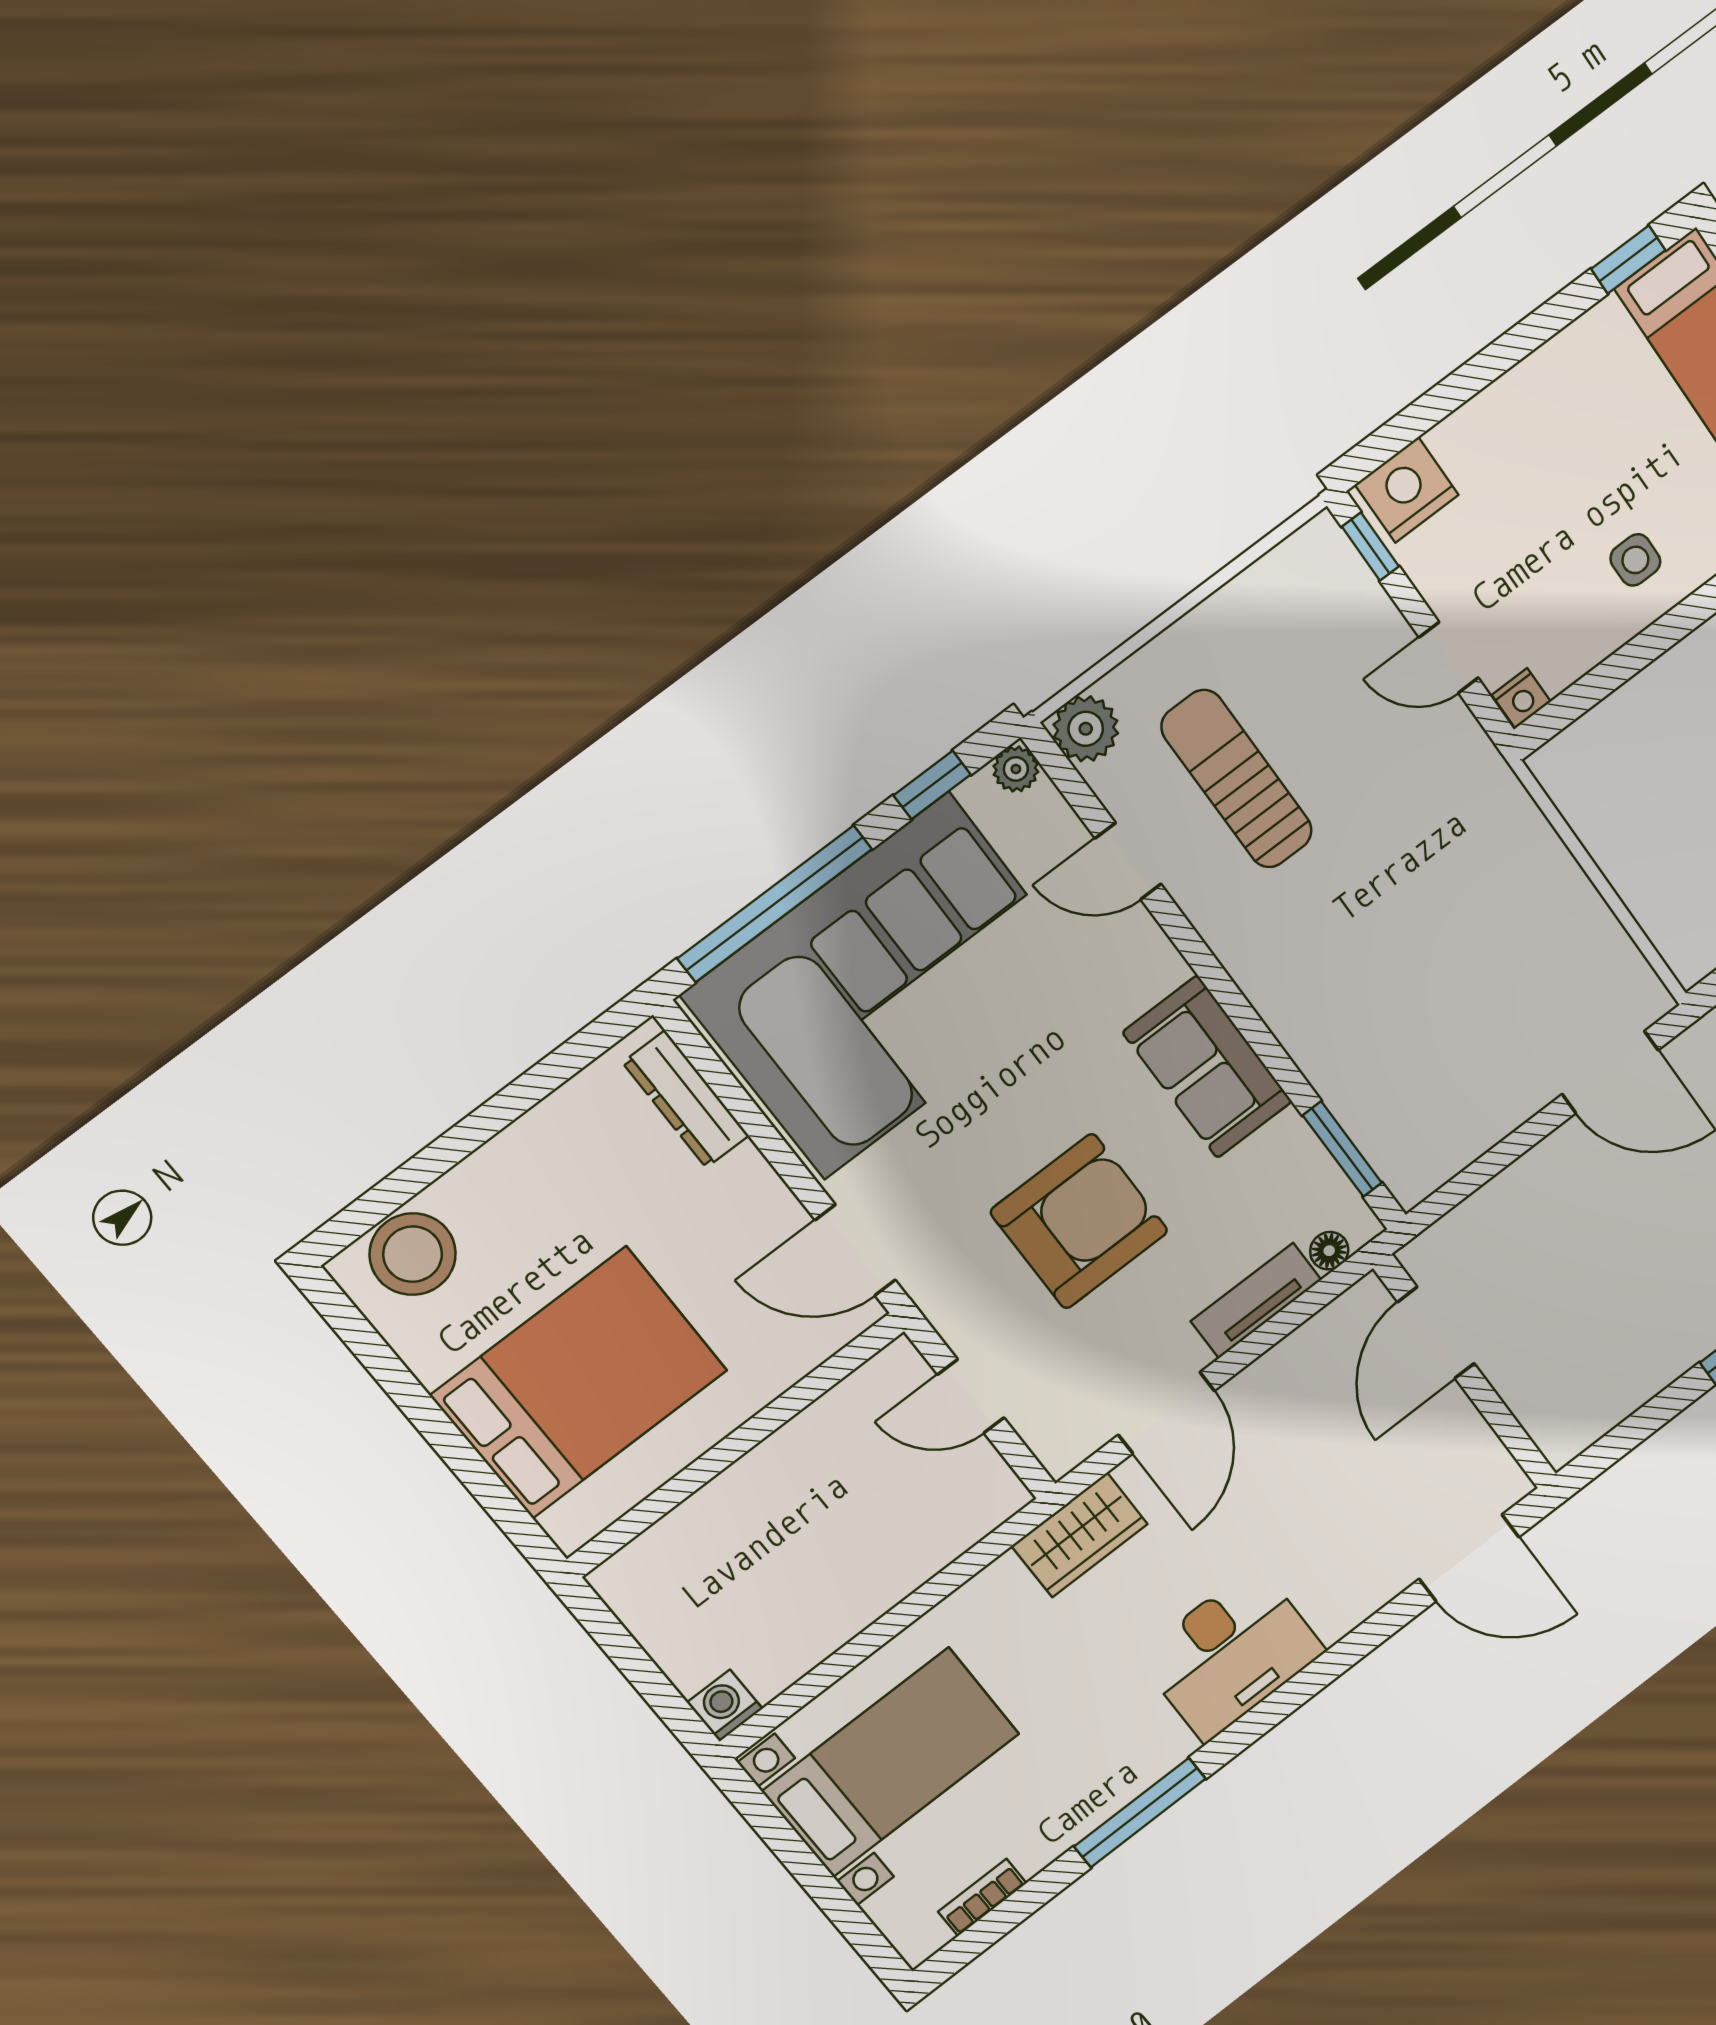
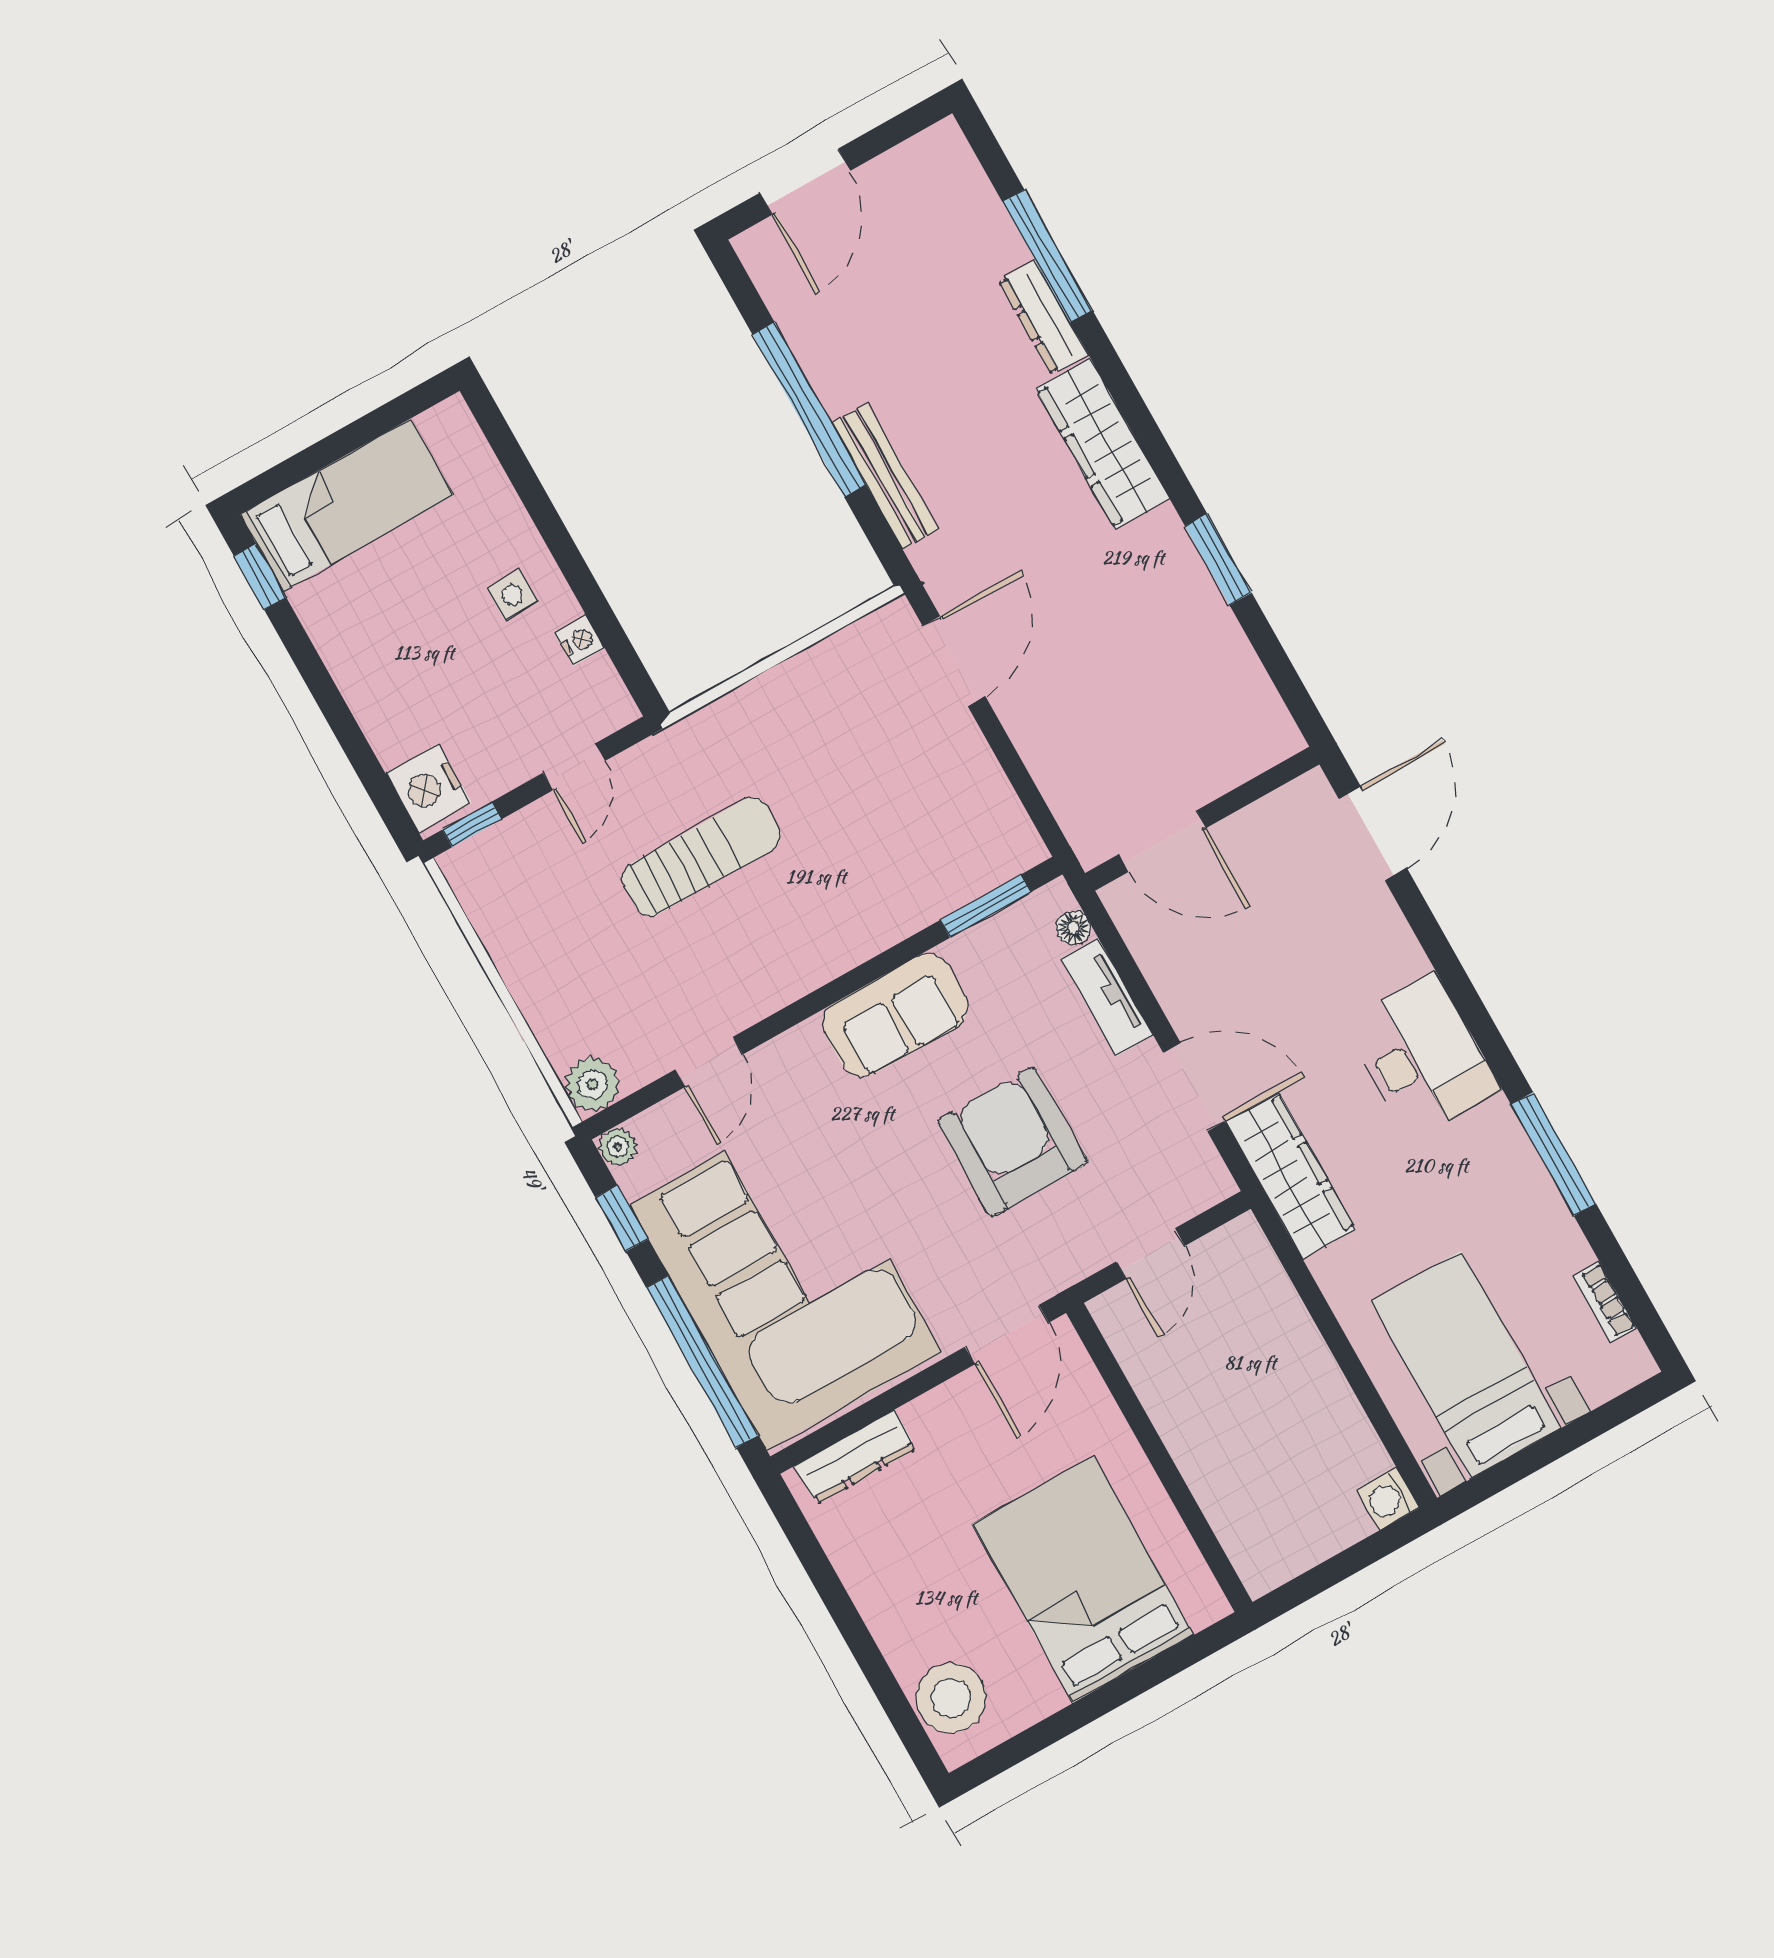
nightstand: (1521, 698) -> (580, 641), moved
sun lounger: (1237, 779) -> (701, 857), moved, turned 180
wardrobe: (1080, 1535) -> (1290, 1176), width x1.50

